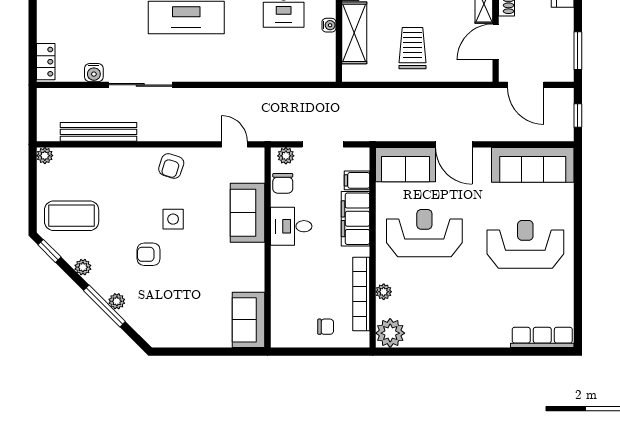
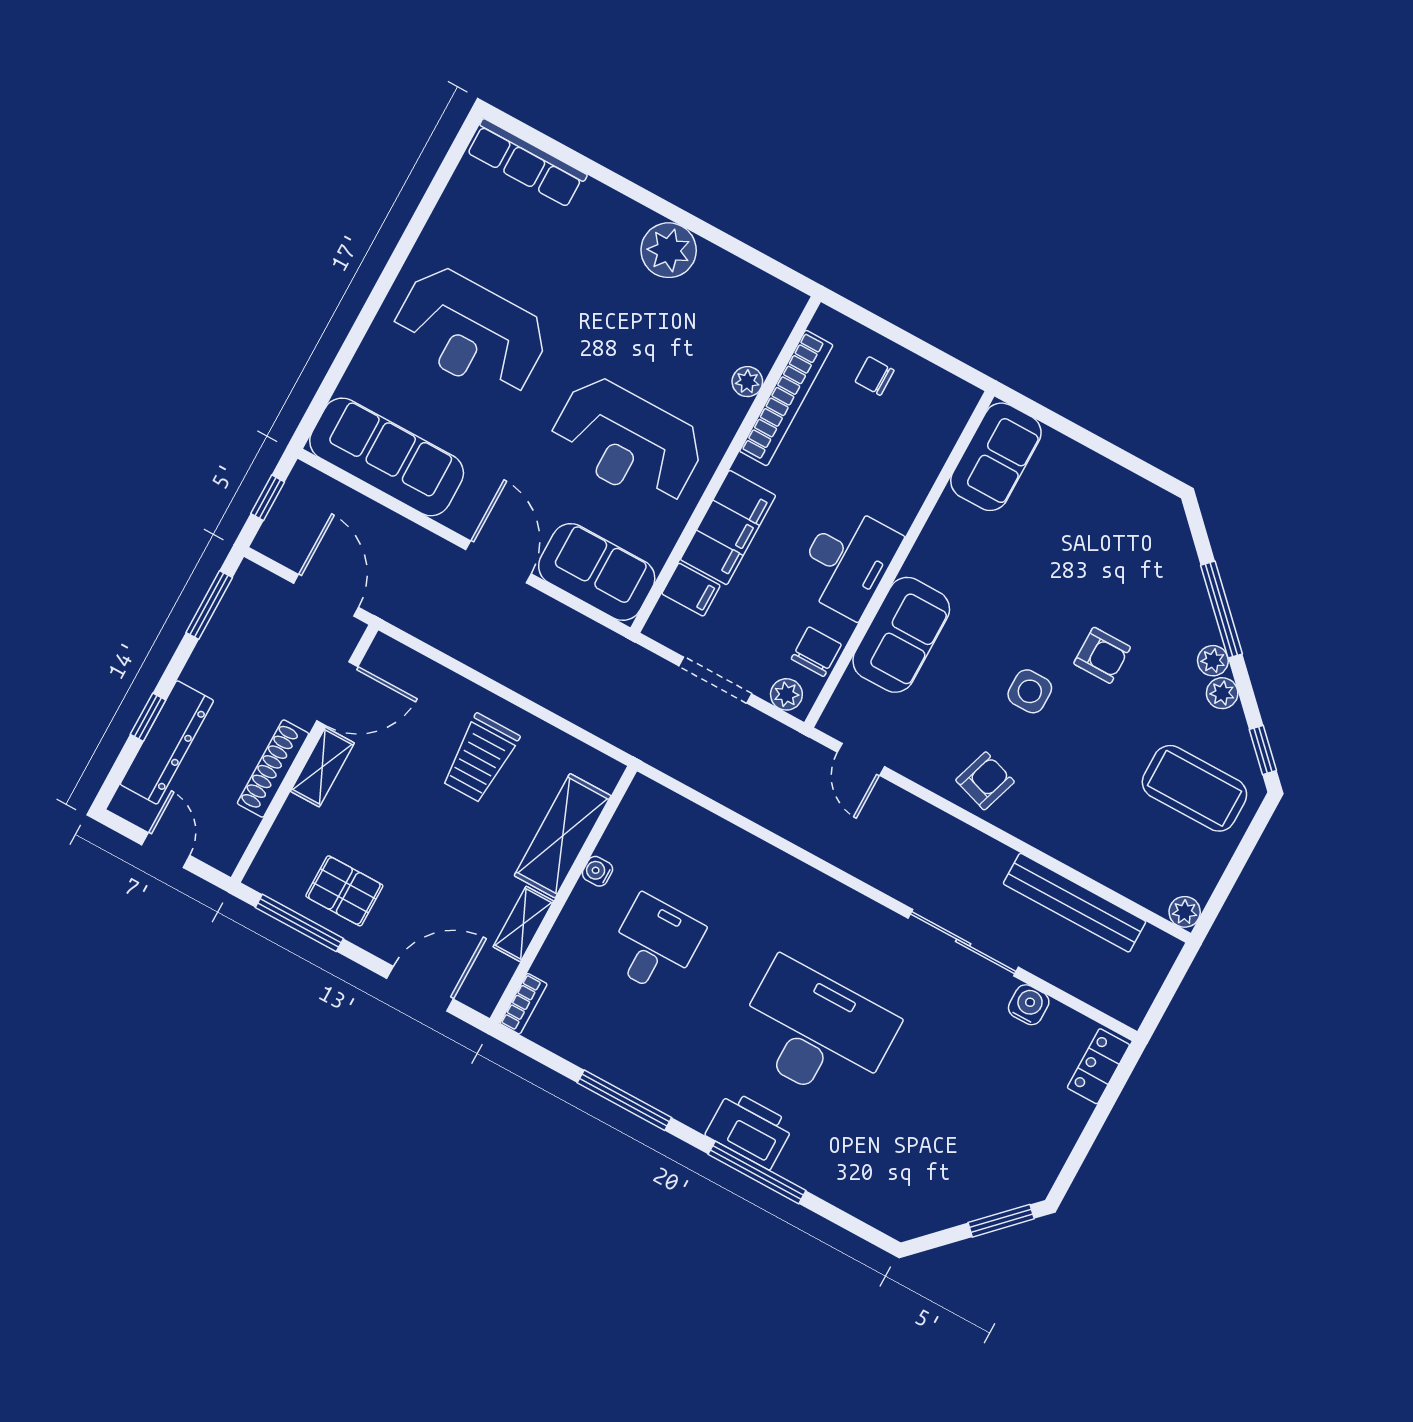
desk: (291, 226) -> (848, 561), width x1.37
plant: (117, 301) -> (1213, 661), moved
plant: (390, 333) -> (669, 250), moved

